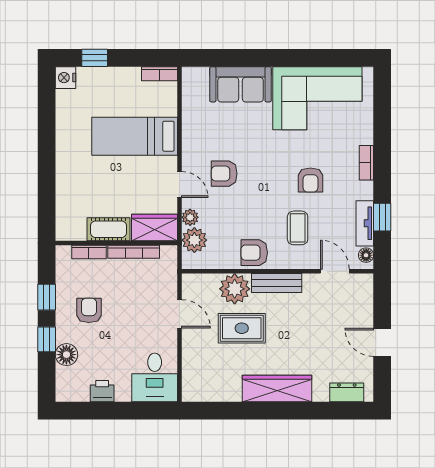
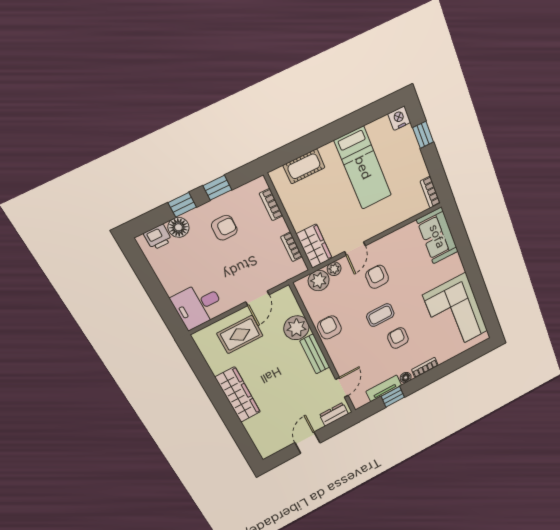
sofa: (241, 84) -> (437, 236), moved
bed: (135, 136) -> (363, 168), moved, turned 180
armchair: (310, 180) -> (398, 338), turned 90
coffee table: (298, 228) -> (380, 315), moved
cot: (109, 229) -> (304, 166), moved, turned 90
bookcase: (134, 252) -> (292, 247), width x0.64
floor lamp: (366, 255) -> (406, 378), moved
rug: (242, 328) -> (240, 334), moved, turned 90
printer: (102, 391) -> (158, 237), moved, turned 90
dresser: (347, 392) -> (334, 414), moved, turned -90

